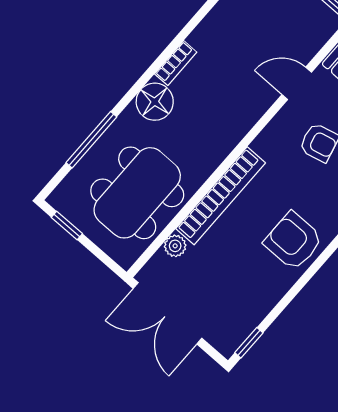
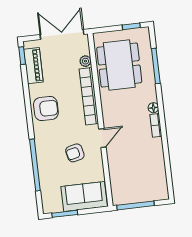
door: (297, 83) -> (102, 138), moved
floor lamp: (155, 102) -> (153, 108), width x0.53, depth x0.53
piano: (249, 314) -> (33, 66), added

